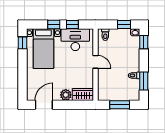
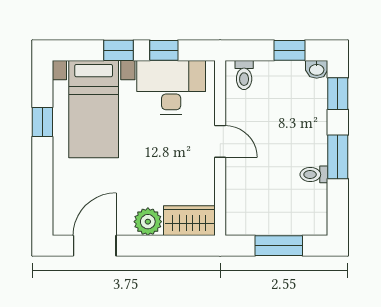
window: (22, 43) -> (42, 122), moved
window: (144, 81) -> (338, 157), moved

